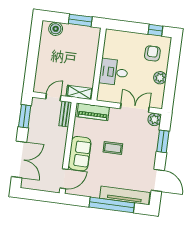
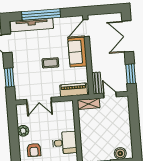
desk: (114, 72) -> (65, 143), moved
door: (53, 97) -> (110, 95), swing flipped
plant: (154, 119) -> (20, 94), removed

